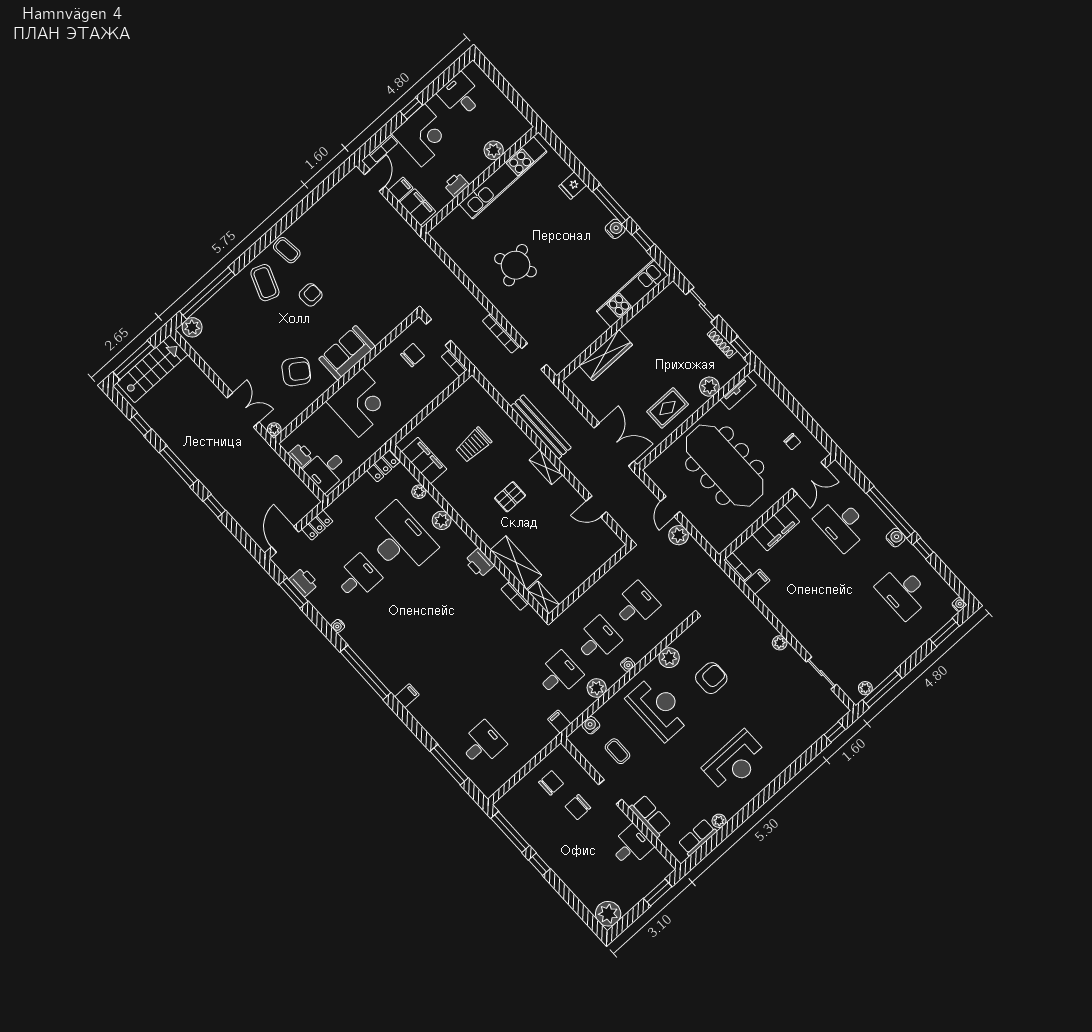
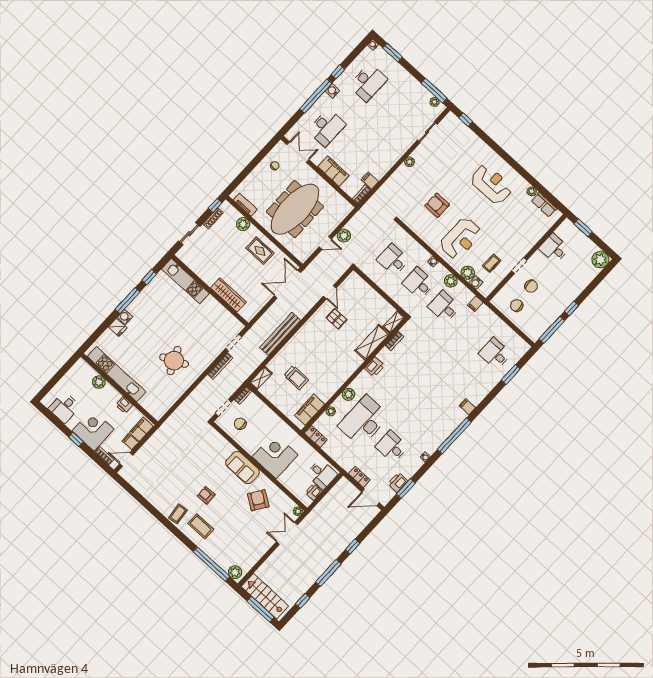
water cooler: (615, 229) -> (125, 317), moved
coffee table: (265, 283) -> (201, 526), turned 69
shelving: (546, 467) -> (261, 378), moved
pallet: (510, 497) -> (337, 319), moved
plant: (669, 658) -> (468, 273), moved
reception desk: (658, 708) -> (460, 239), turned 180
window: (449, 765) -> (511, 374), width x0.69
row of seats: (650, 816) -> (533, 237), removed

